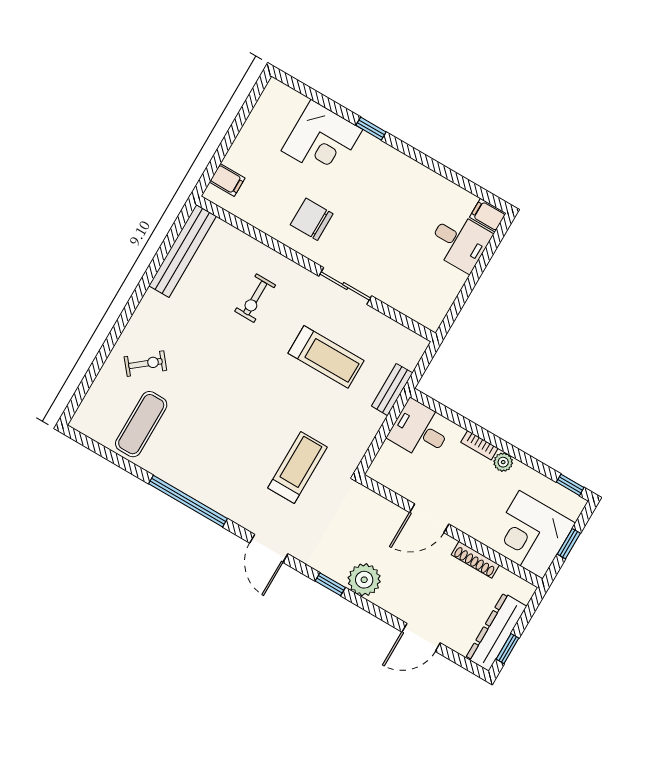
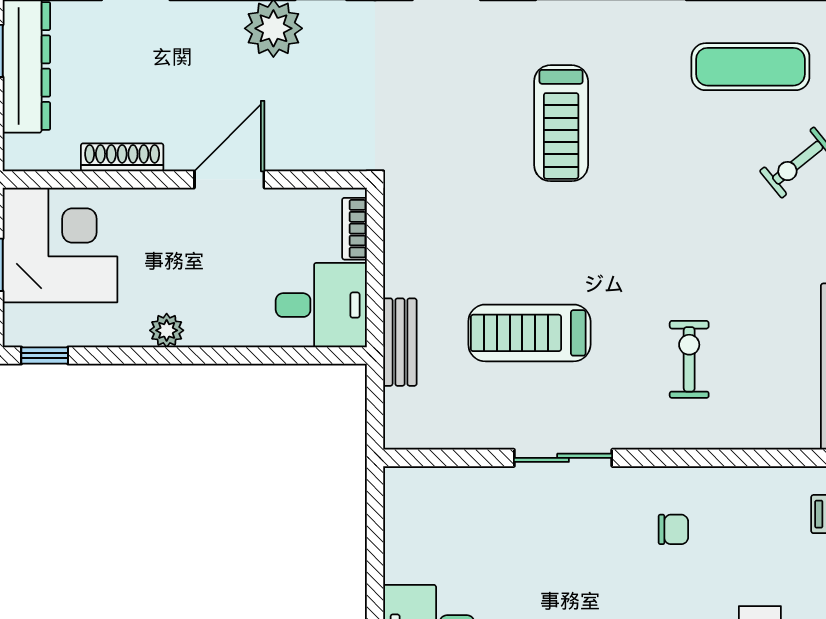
chair: (312, 219) -> (673, 529), width x0.54, depth x0.54
exercise mat: (141, 424) -> (750, 67), turned 90
bookcase: (479, 445) -> (355, 229), moved, turned -90
treadmill: (298, 467) -> (561, 123), moved

